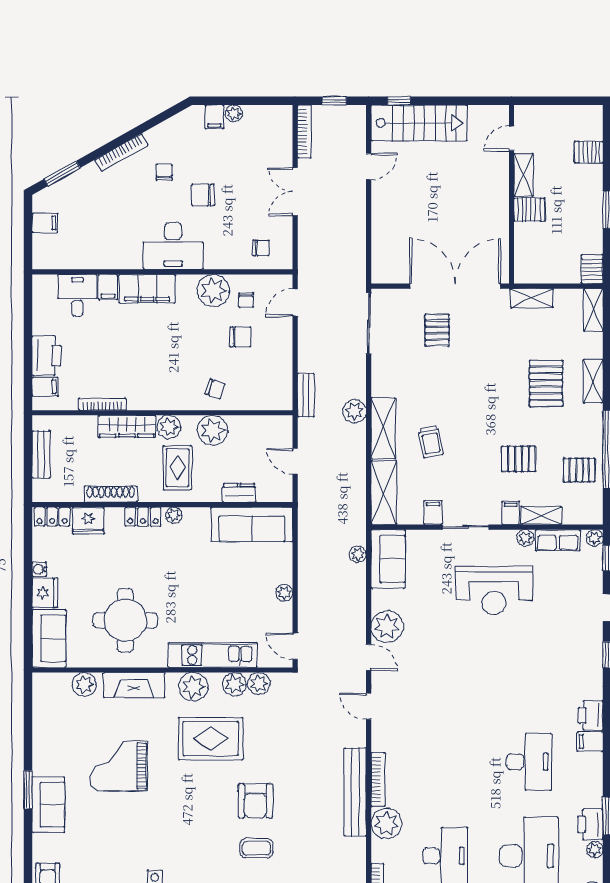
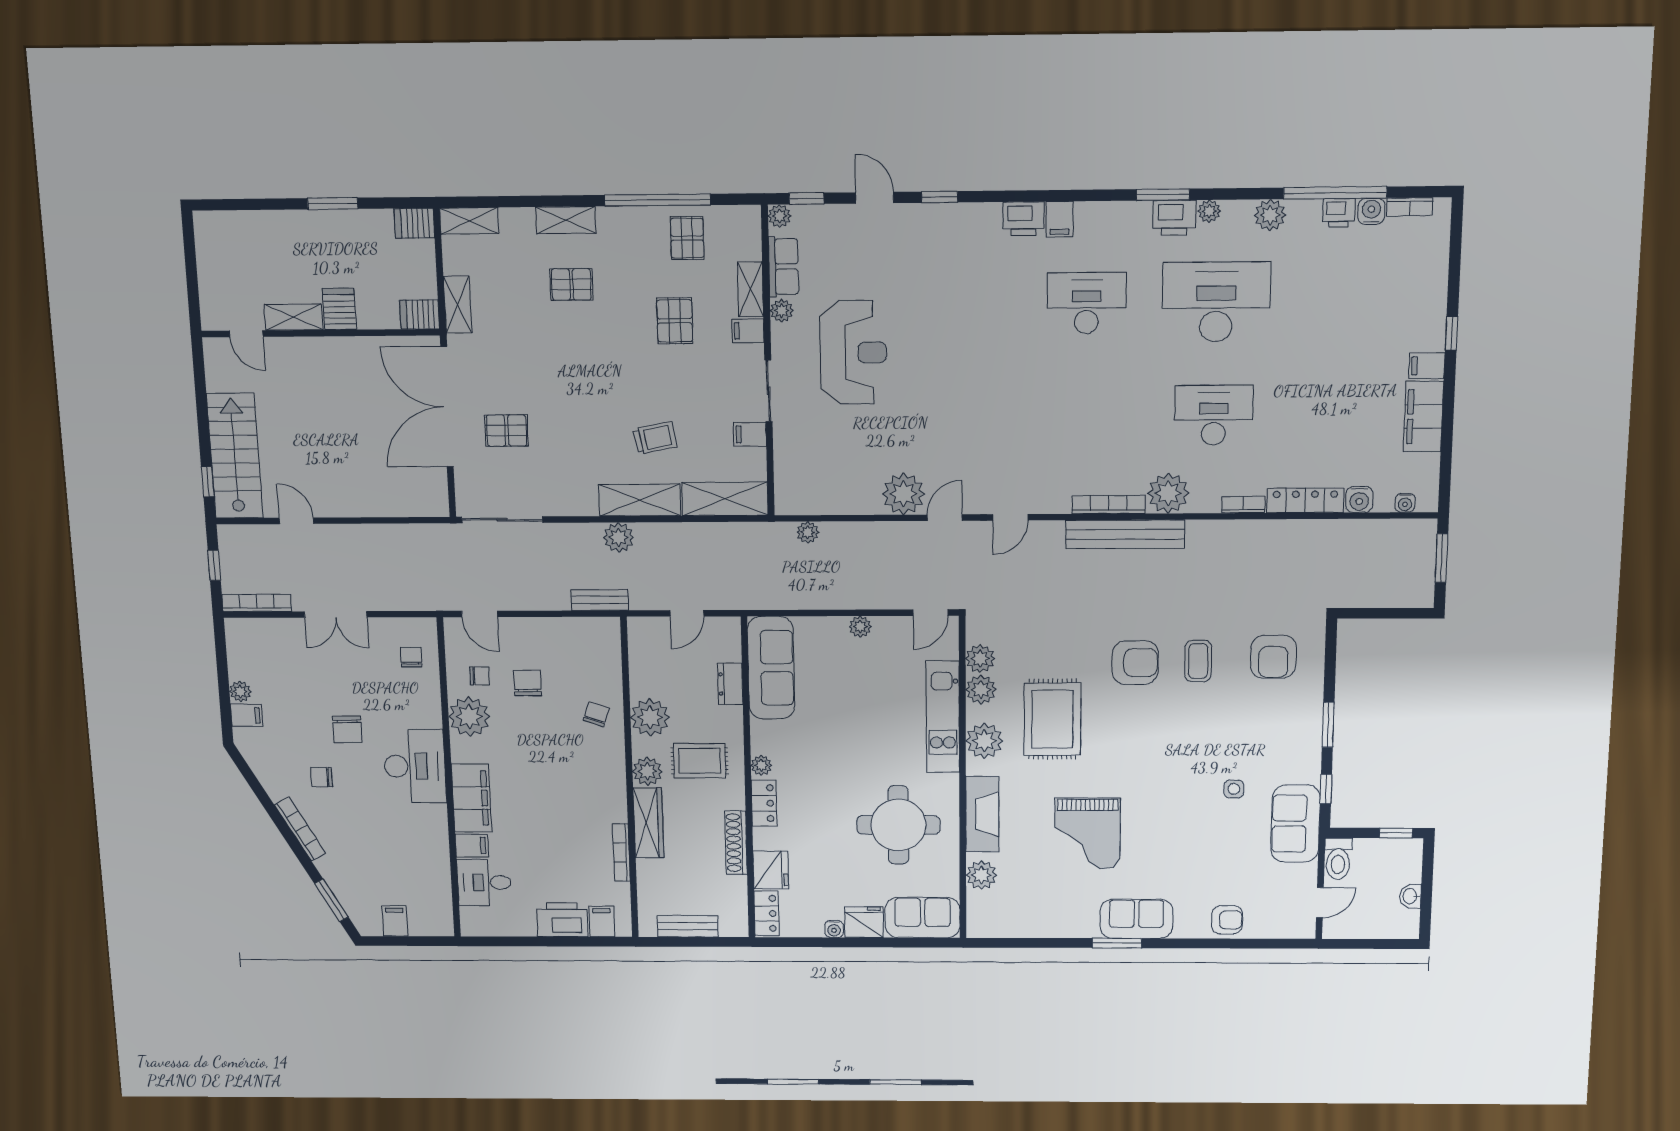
server rack: (589, 152) -> (420, 314), moved, turned 90
pallet: (546, 383) -> (571, 284), width x0.67, depth x0.71
sofa: (388, 559) -> (813, 493), removed

